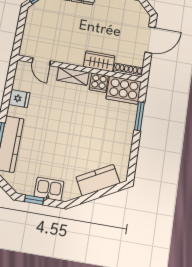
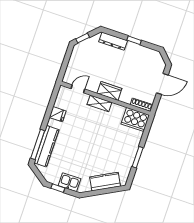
wardrobe: (99, 61) -> (109, 91), moved
door: (41, 62) -> (78, 89), swing flipped
cooker: (99, 83) -> (118, 111), removed
window: (139, 116) -> (138, 157), moved

